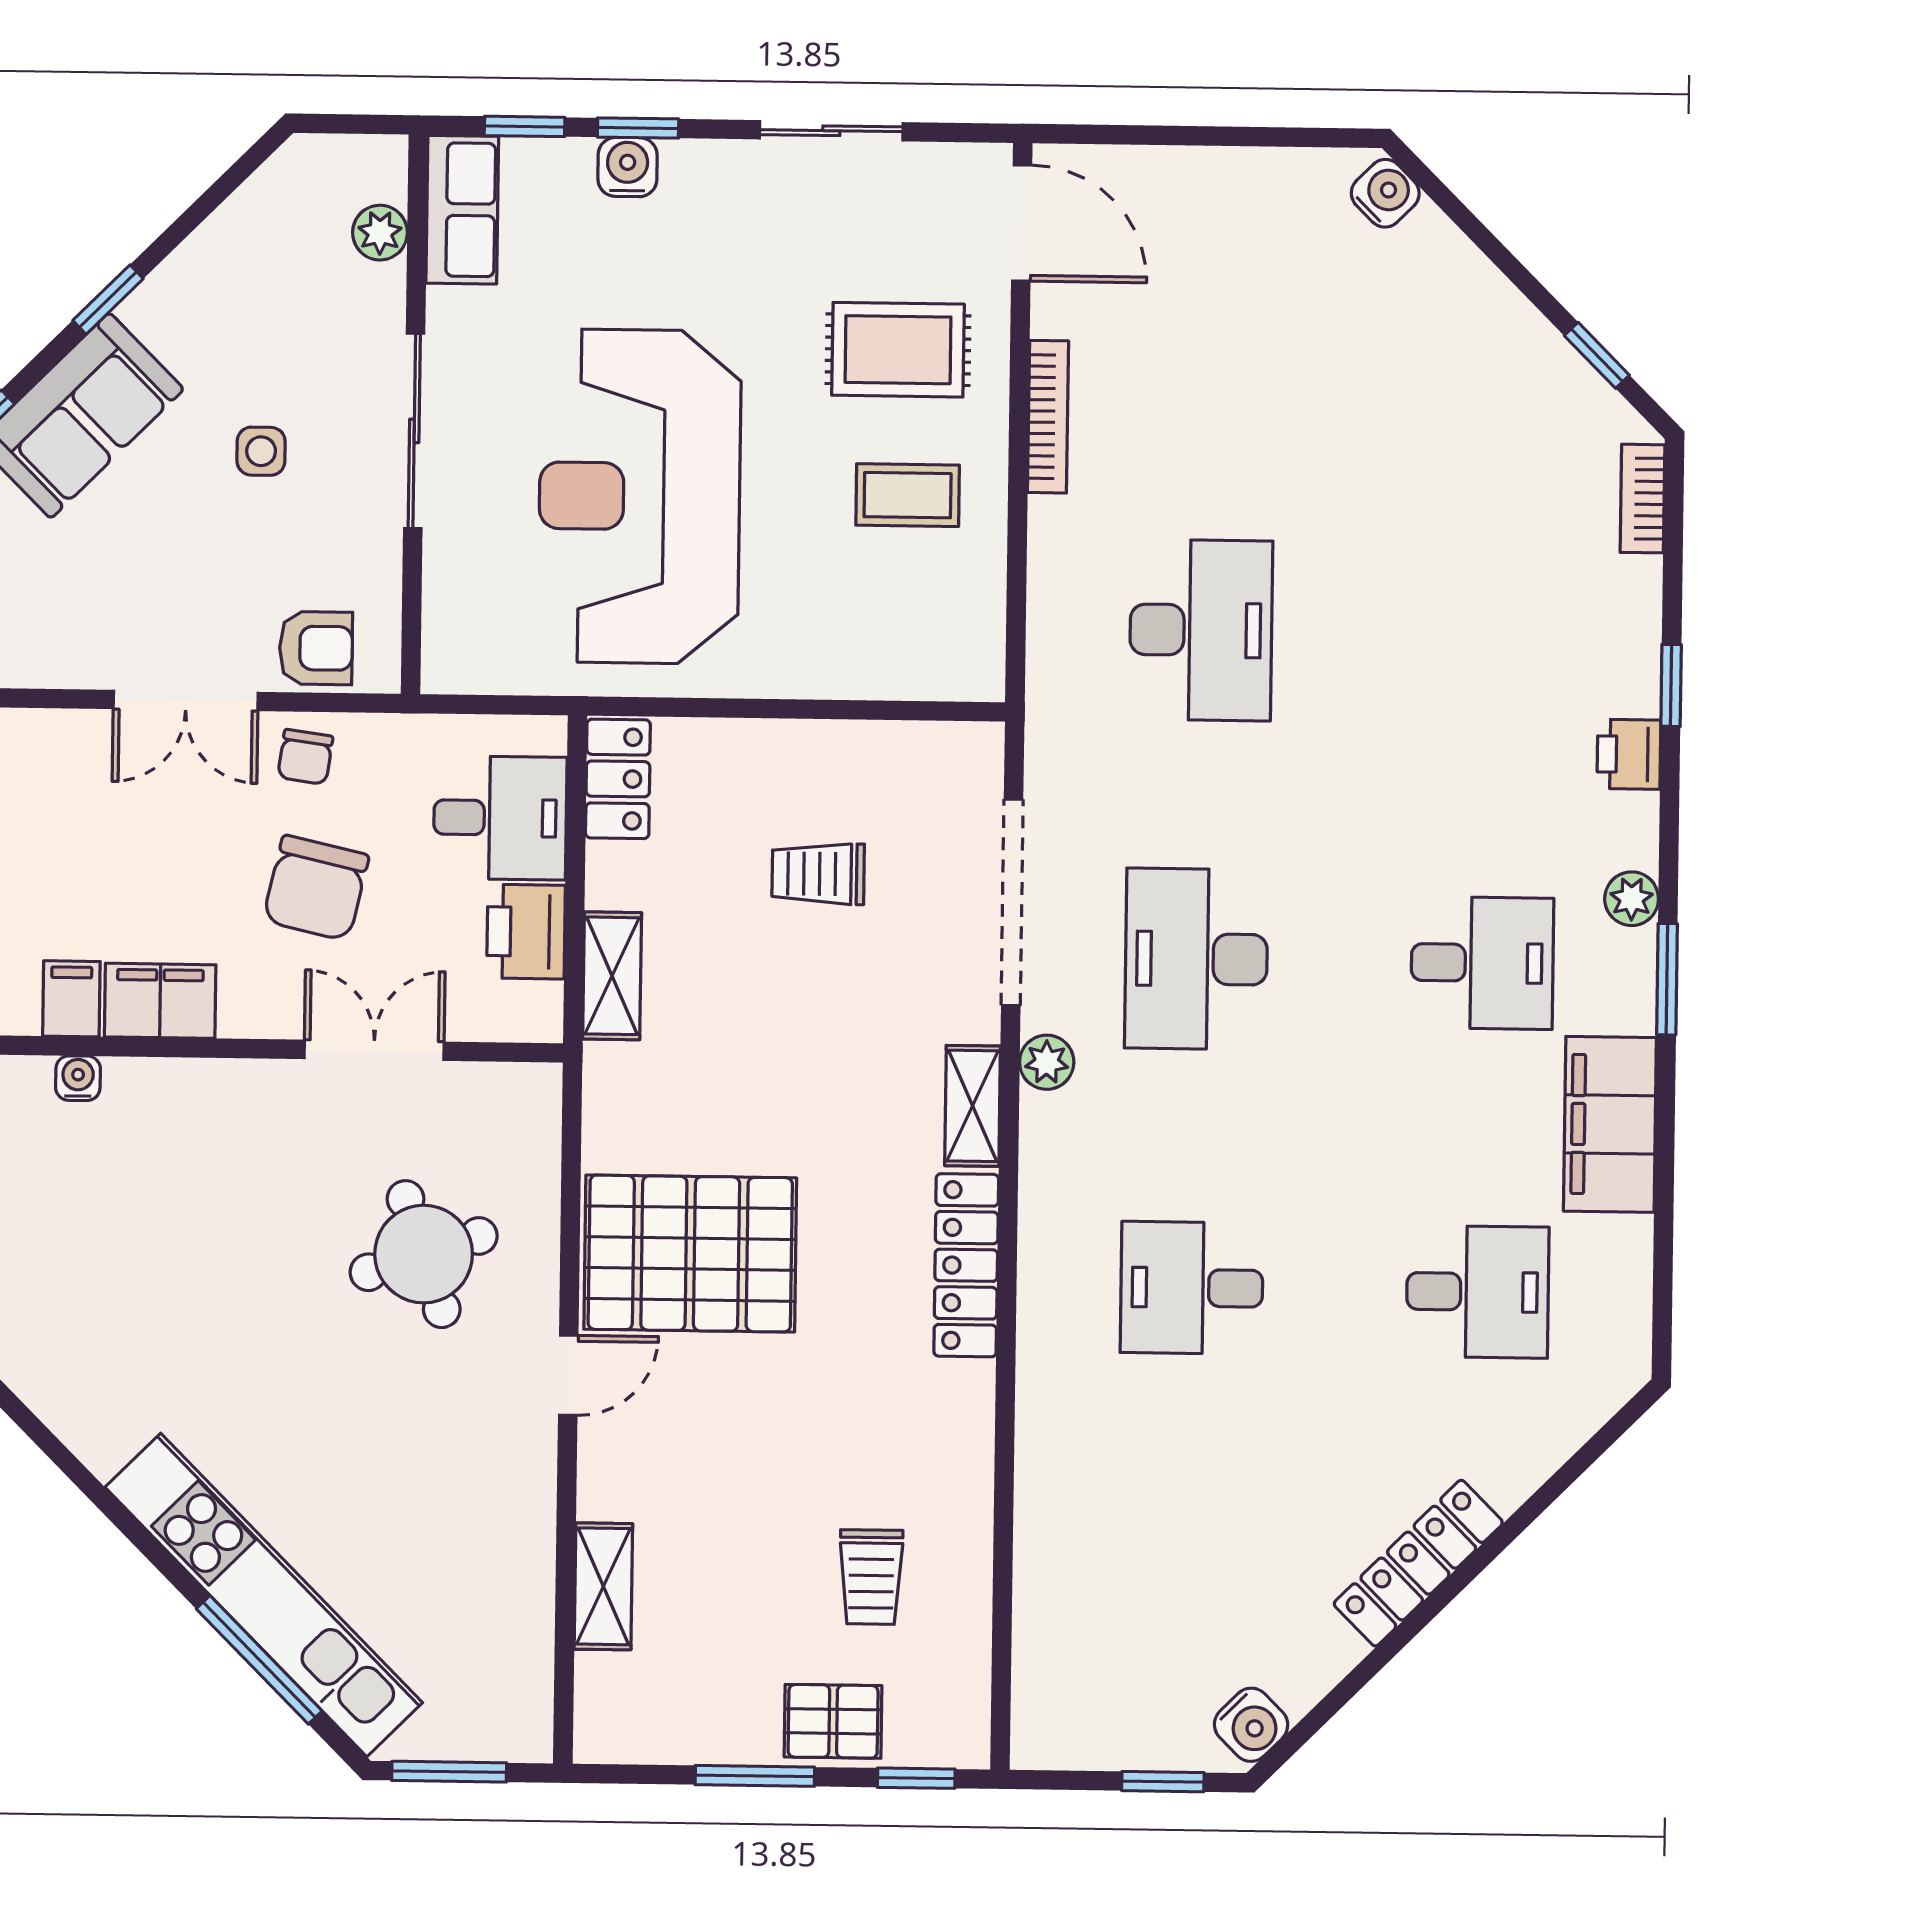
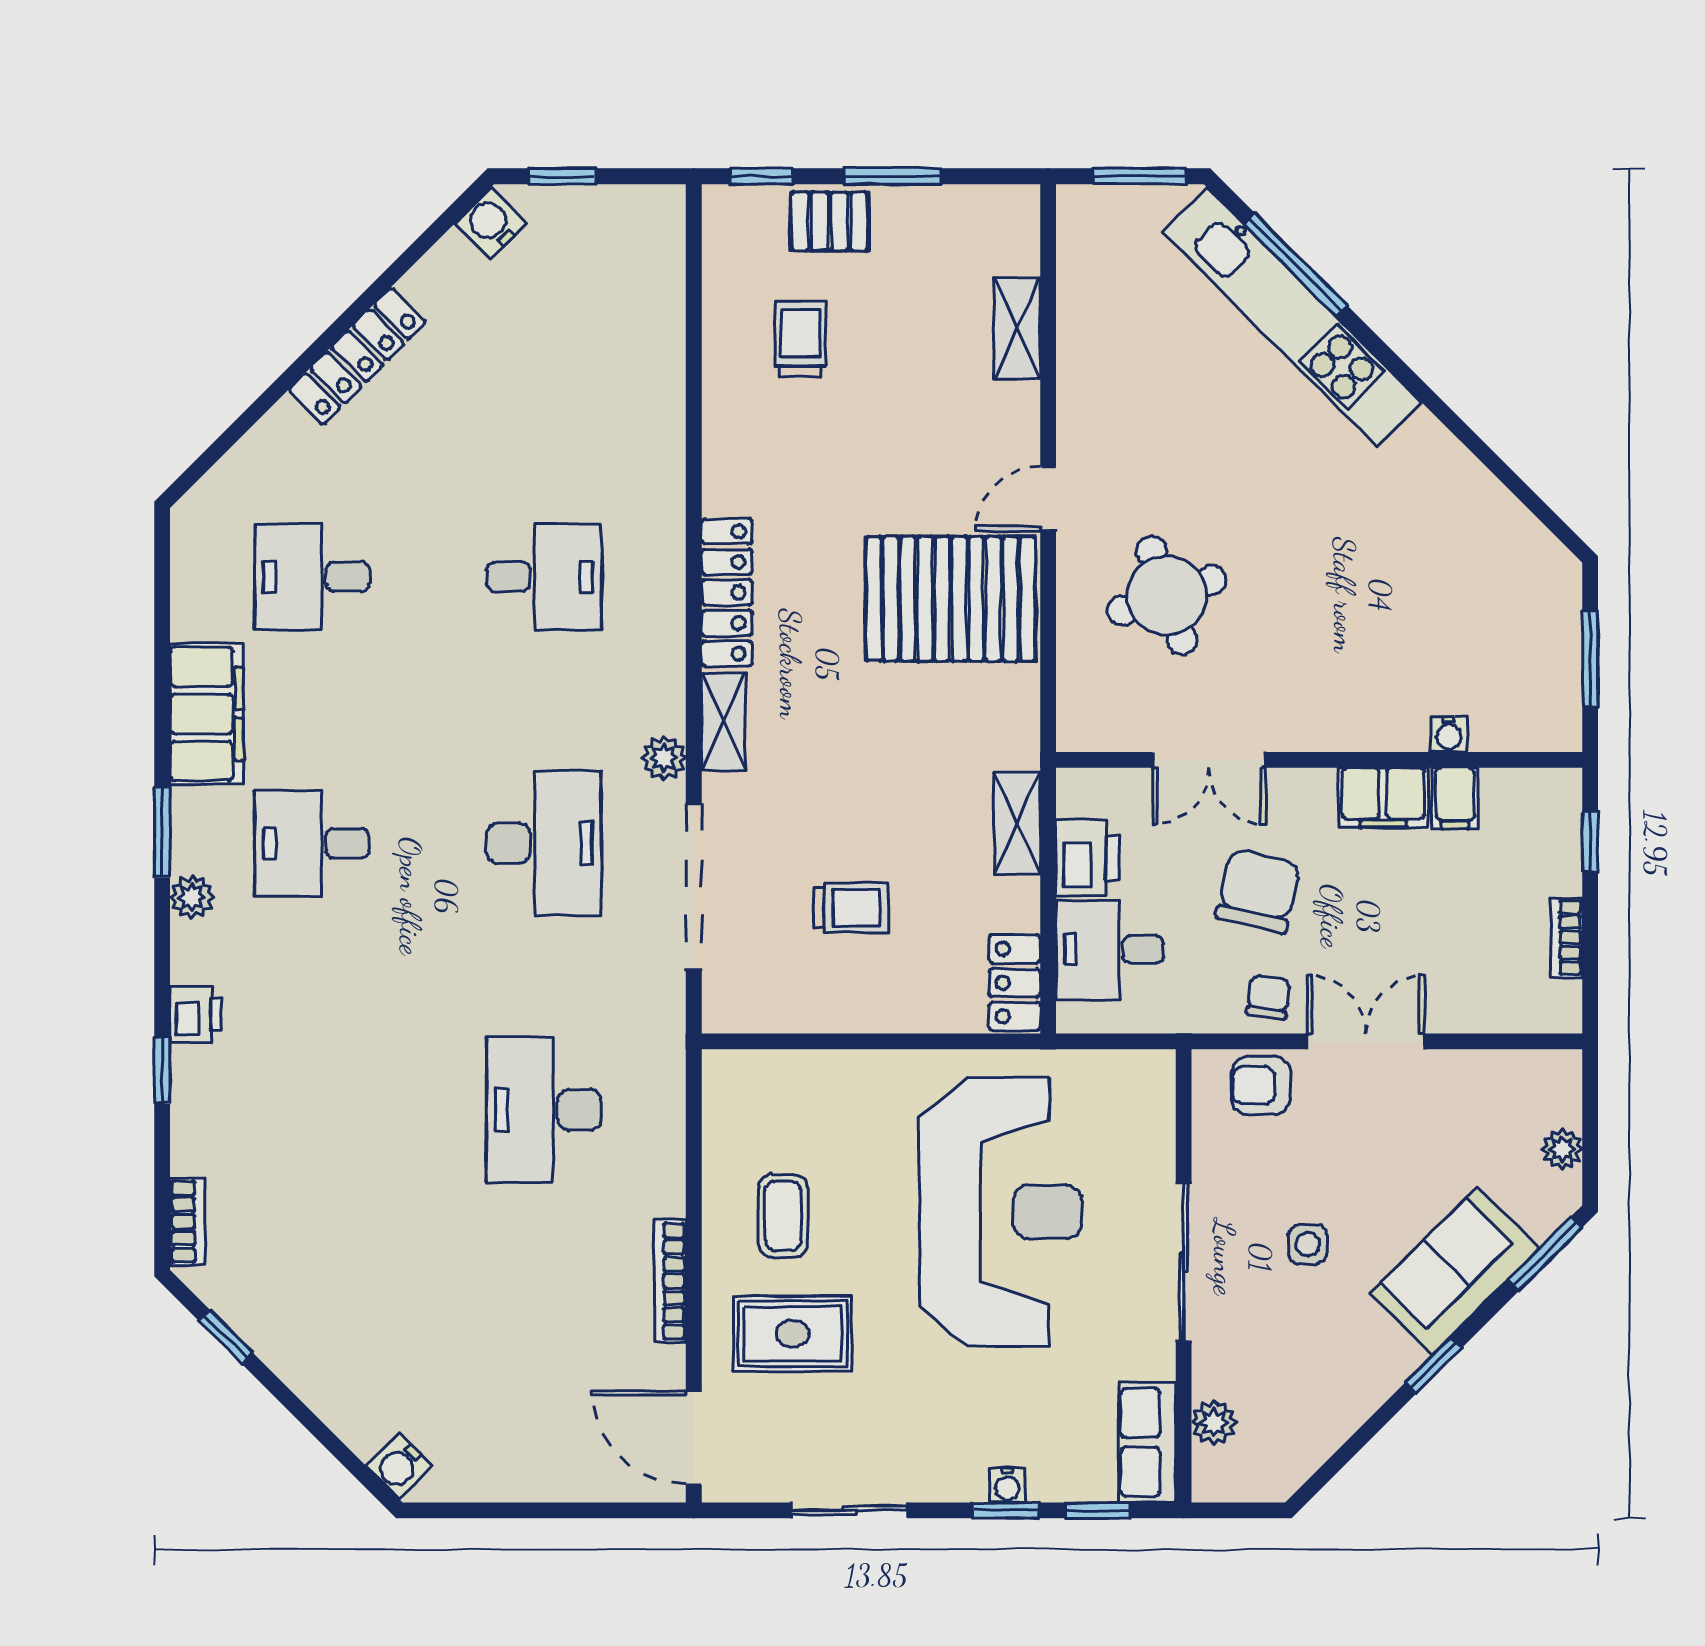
water cooler: (628, 167) -> (1007, 1485), width x0.72, depth x0.72
coffee table: (908, 495) -> (783, 1216), turned 90

